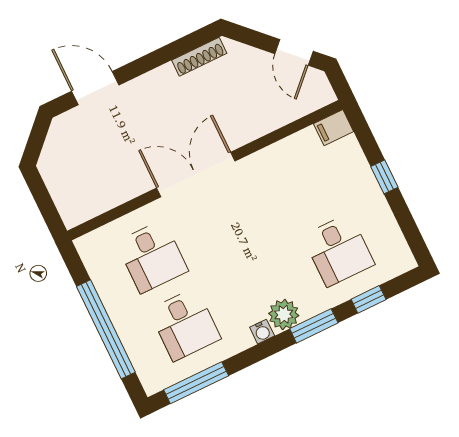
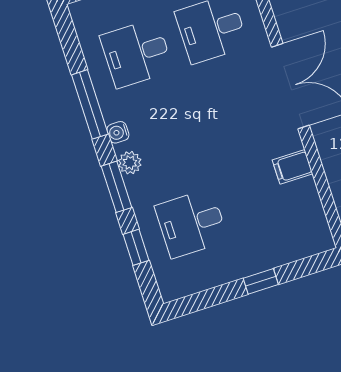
filing cabinet: (333, 128) -> (292, 167), moved, turned -90
plant: (284, 314) -> (130, 163), width x0.73, depth x0.73
window: (196, 383) -> (90, 104), moved

